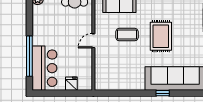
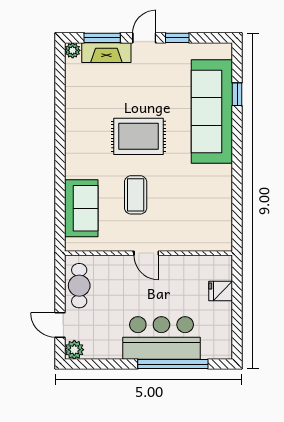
bar counter: (44, 68) -> (161, 338), moved
window: (163, 93) -> (237, 94), moved

